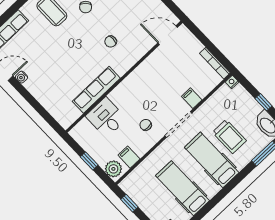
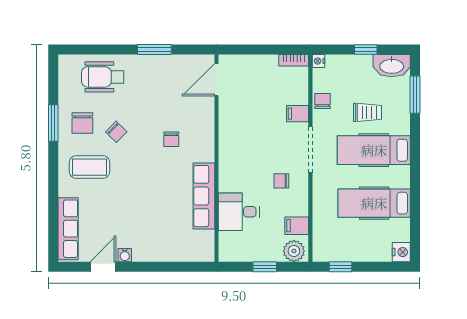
bookcase: (215, 63) -> (294, 60), width x0.64
chair: (212, 105) -> (323, 101), added
trolley: (229, 136) -> (367, 112), width x0.73, depth x0.72

